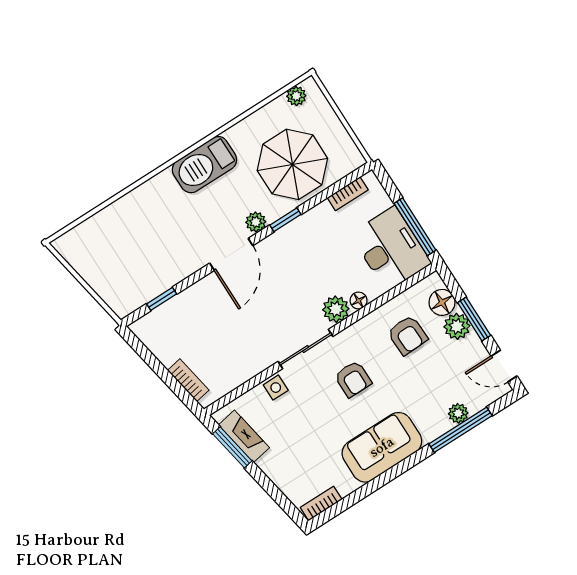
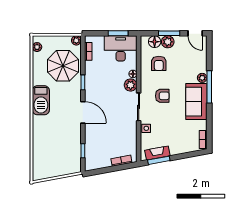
plant: (256, 222) -> (76, 40), moved
window: (415, 227) -> (118, 33), width x0.69
armchair: (408, 335) -> (159, 63), turned 92
door: (504, 366) -> (195, 33), hinge flipped
plant: (458, 413) -> (202, 78), moved
window: (461, 430) -> (209, 87), moved

